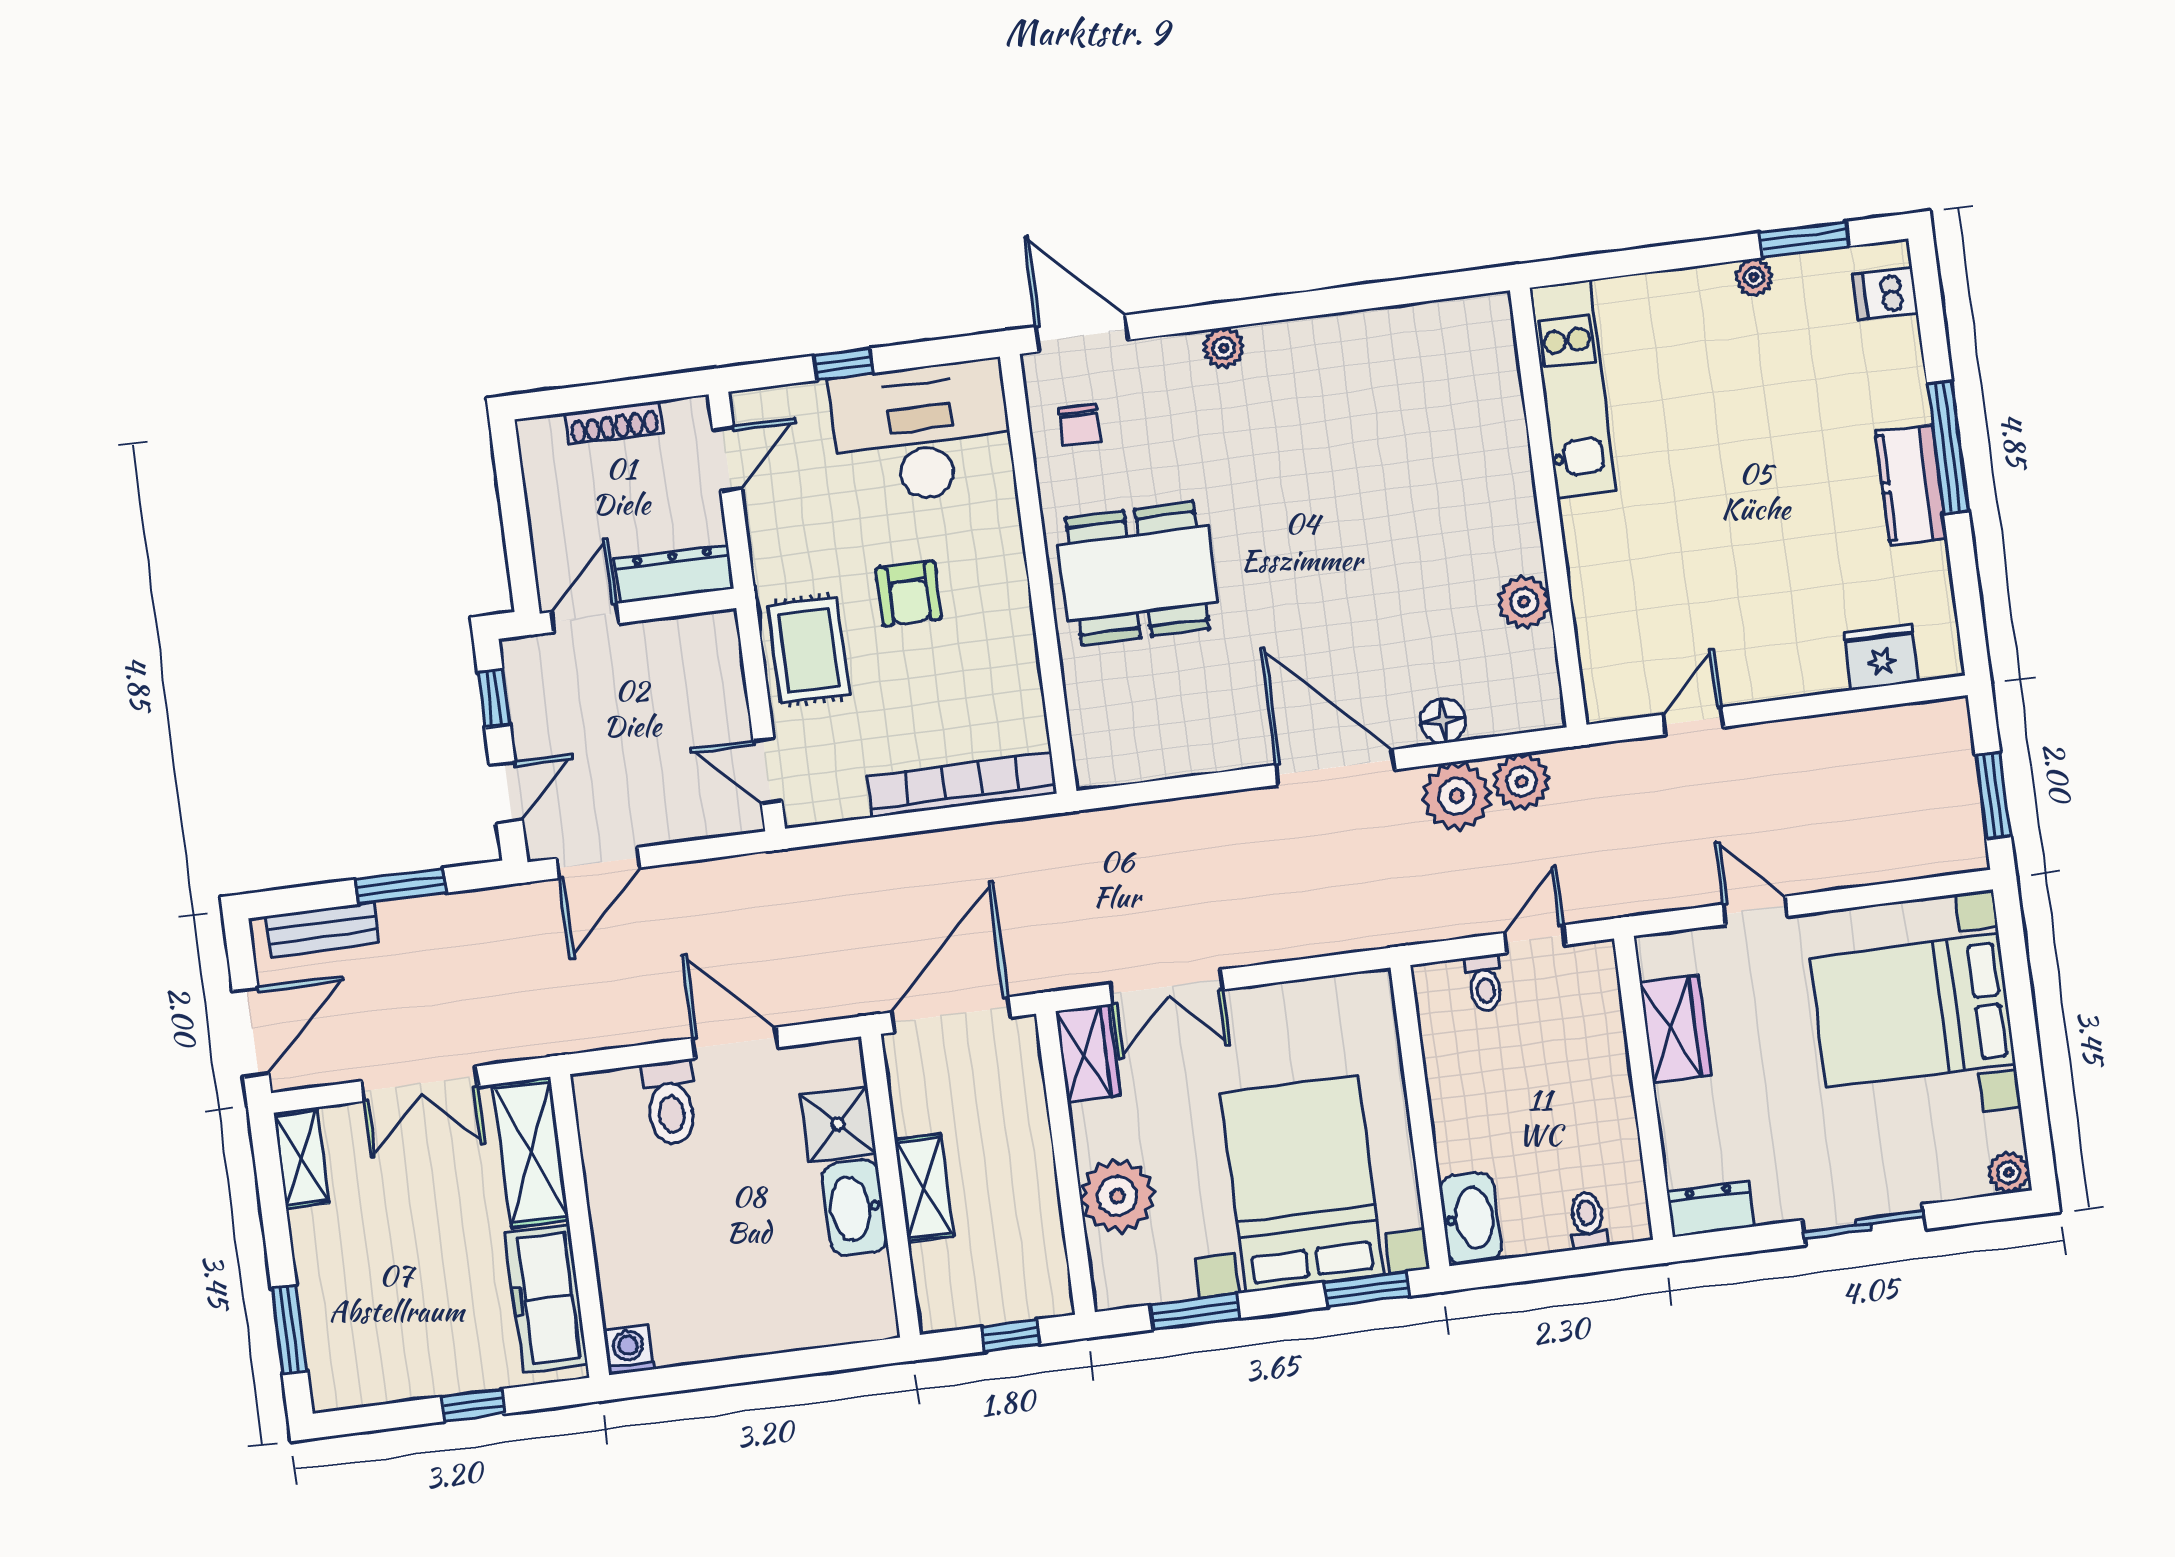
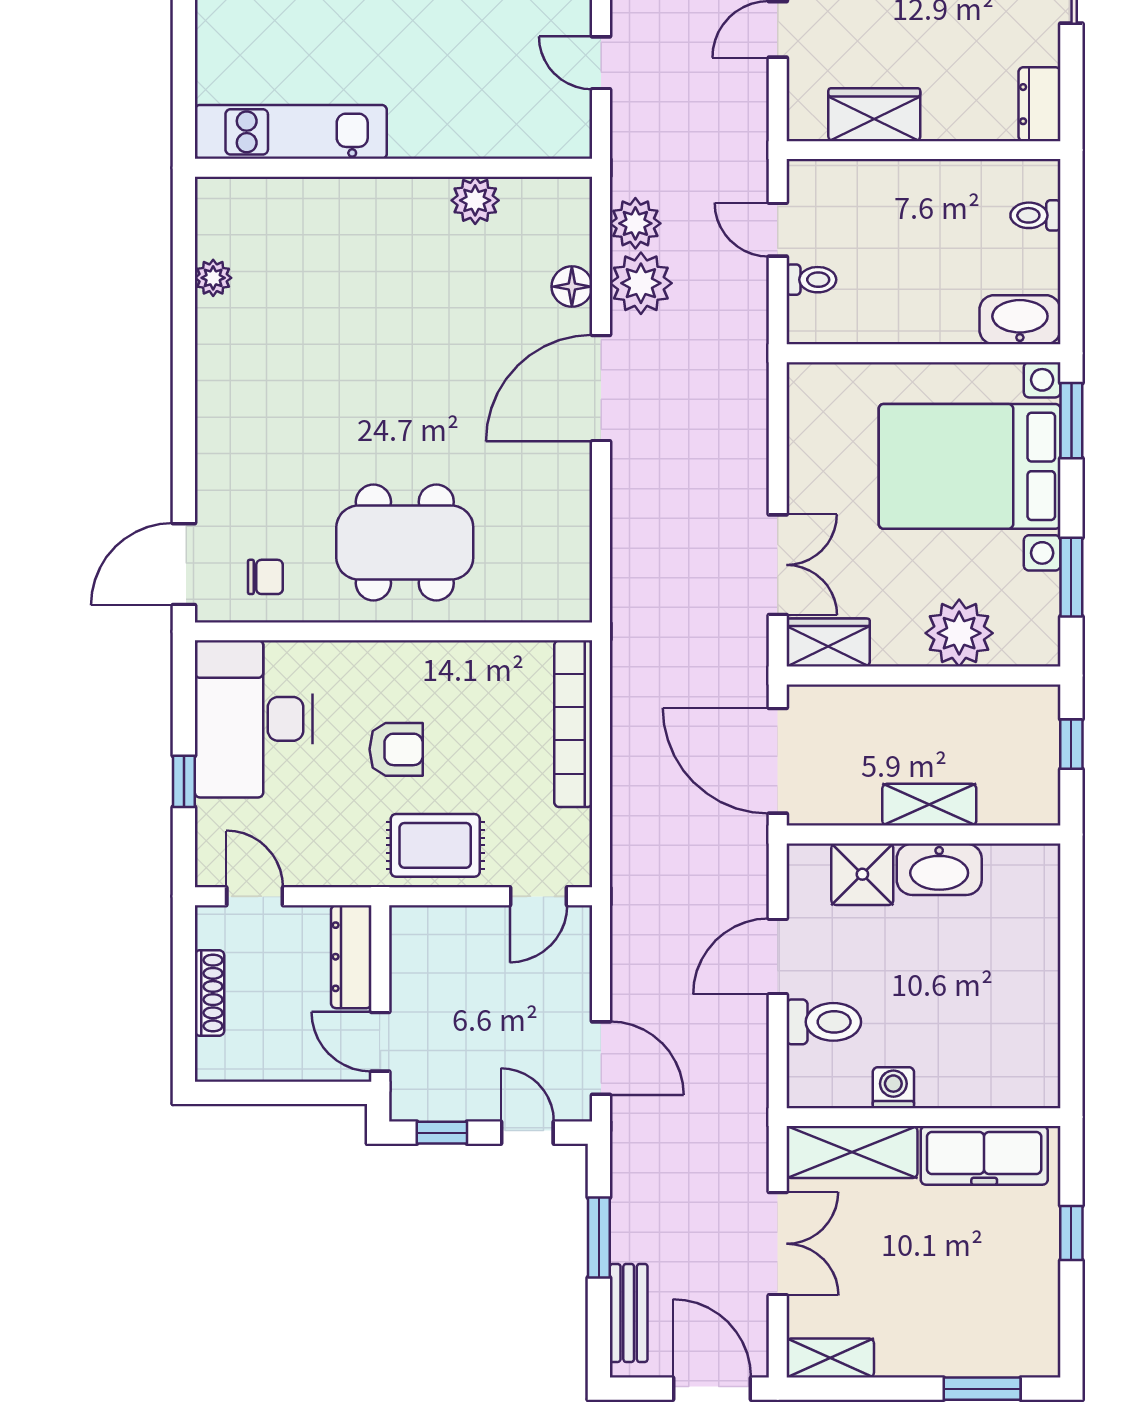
plant: (1224, 348) -> (213, 278), moved
dining table: (1138, 573) -> (405, 542), turned 90
washing machine: (629, 1350) -> (893, 1088), moved, turned 90

